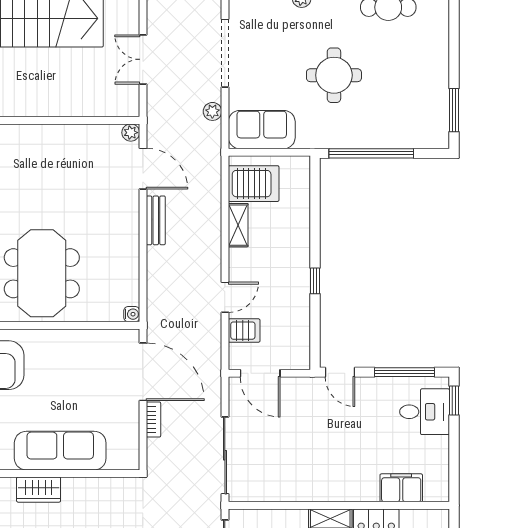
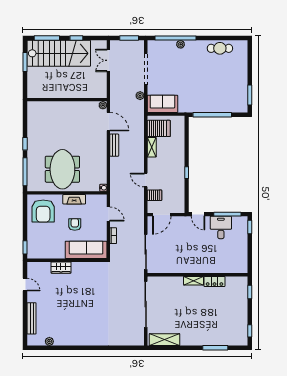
double door: (143, 59) -> (108, 60), moved
round table: (334, 75) -> (195, 79), removed
door: (225, 297) -> (146, 180), swing flipped
fireplace: (68, 339) -> (74, 199), added
door: (143, 372) -> (108, 214), width x0.53
door: (260, 373) -> (162, 215), hinge flipped
armchair: (69, 395) -> (75, 224), added
desk: (425, 412) -> (221, 227), moved, turned -90
sofa: (60, 451) -> (86, 250), moved
filing cabinet: (401, 488) -> (226, 267), removed

